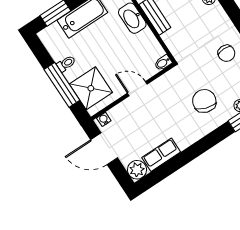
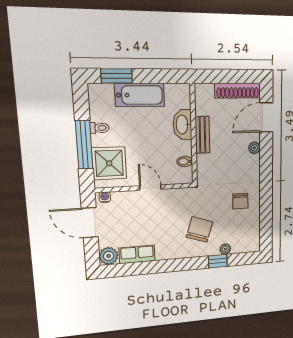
bidet: (163, 63) -> (185, 162), moved

